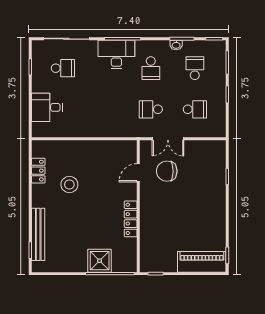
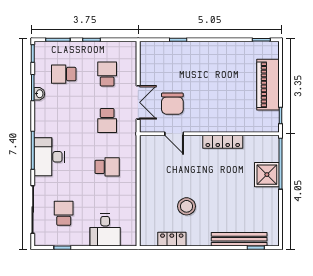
school desk: (151, 68) -> (107, 167), moved
piano: (202, 262) -> (268, 85), moved

